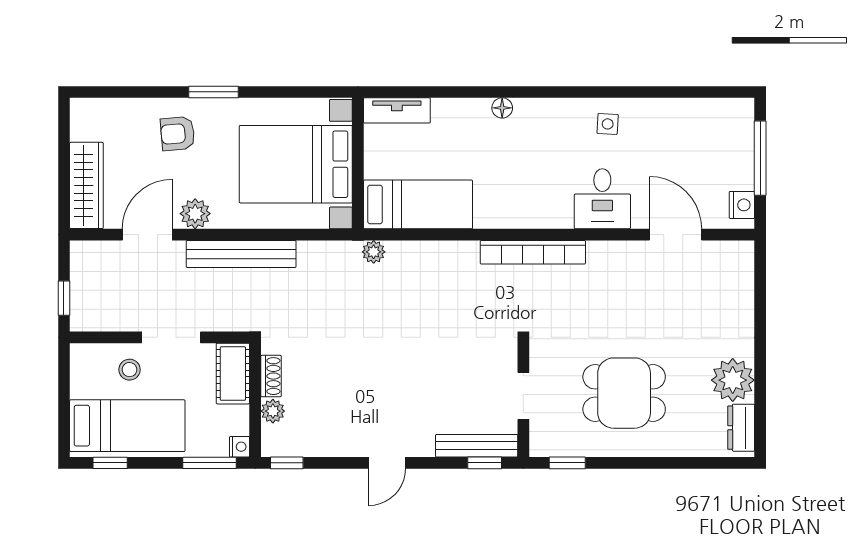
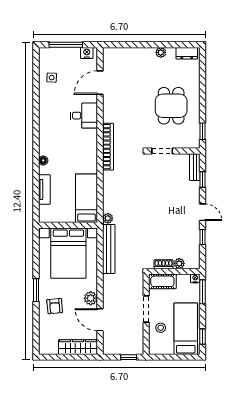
tv unit: (397, 110) -> (44, 189), moved
side table: (608, 124) -> (52, 78), moved
bench: (241, 254) -> (109, 249), moved
plant: (733, 380) -> (161, 52), width x0.53, depth x0.53
doorway: (523, 396) -> (162, 151), moved
bench: (477, 446) -> (195, 167), width x0.73
window: (287, 463) -> (202, 237), moved
window: (485, 463) -> (202, 180), moved

